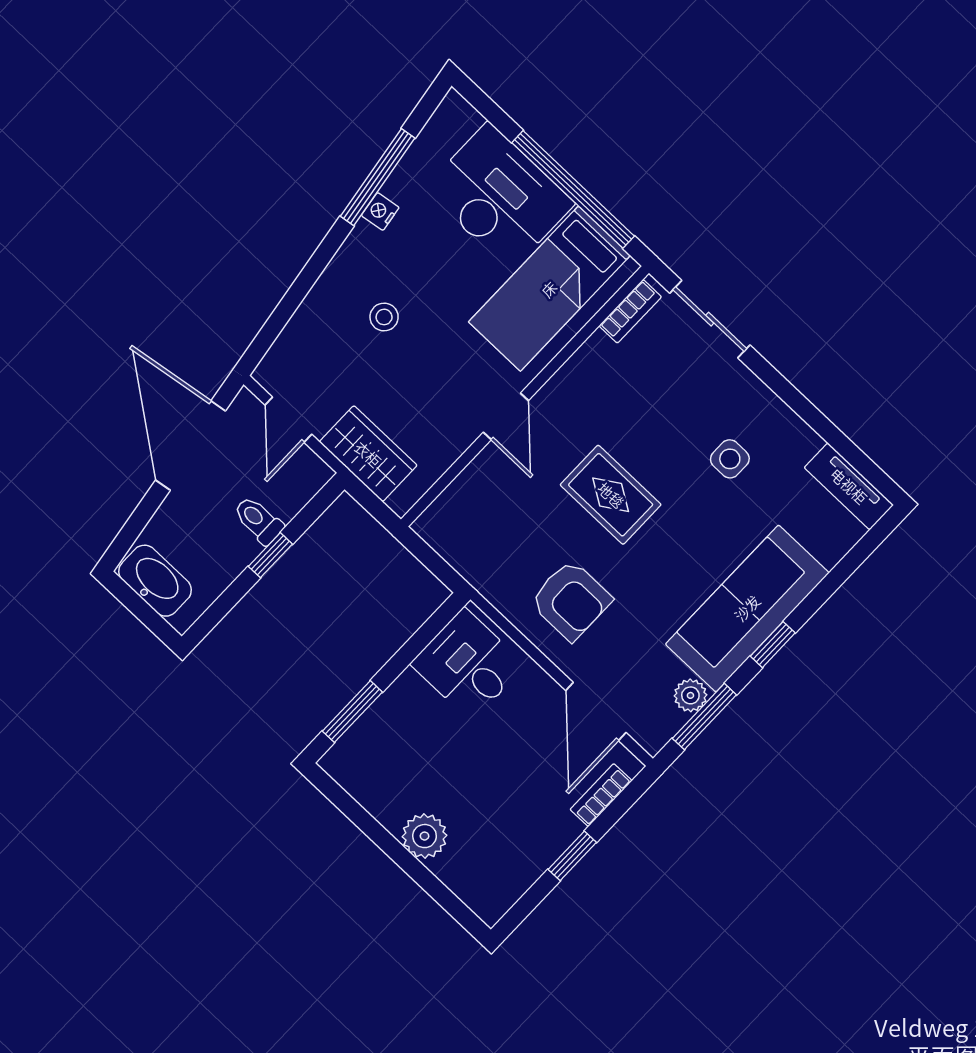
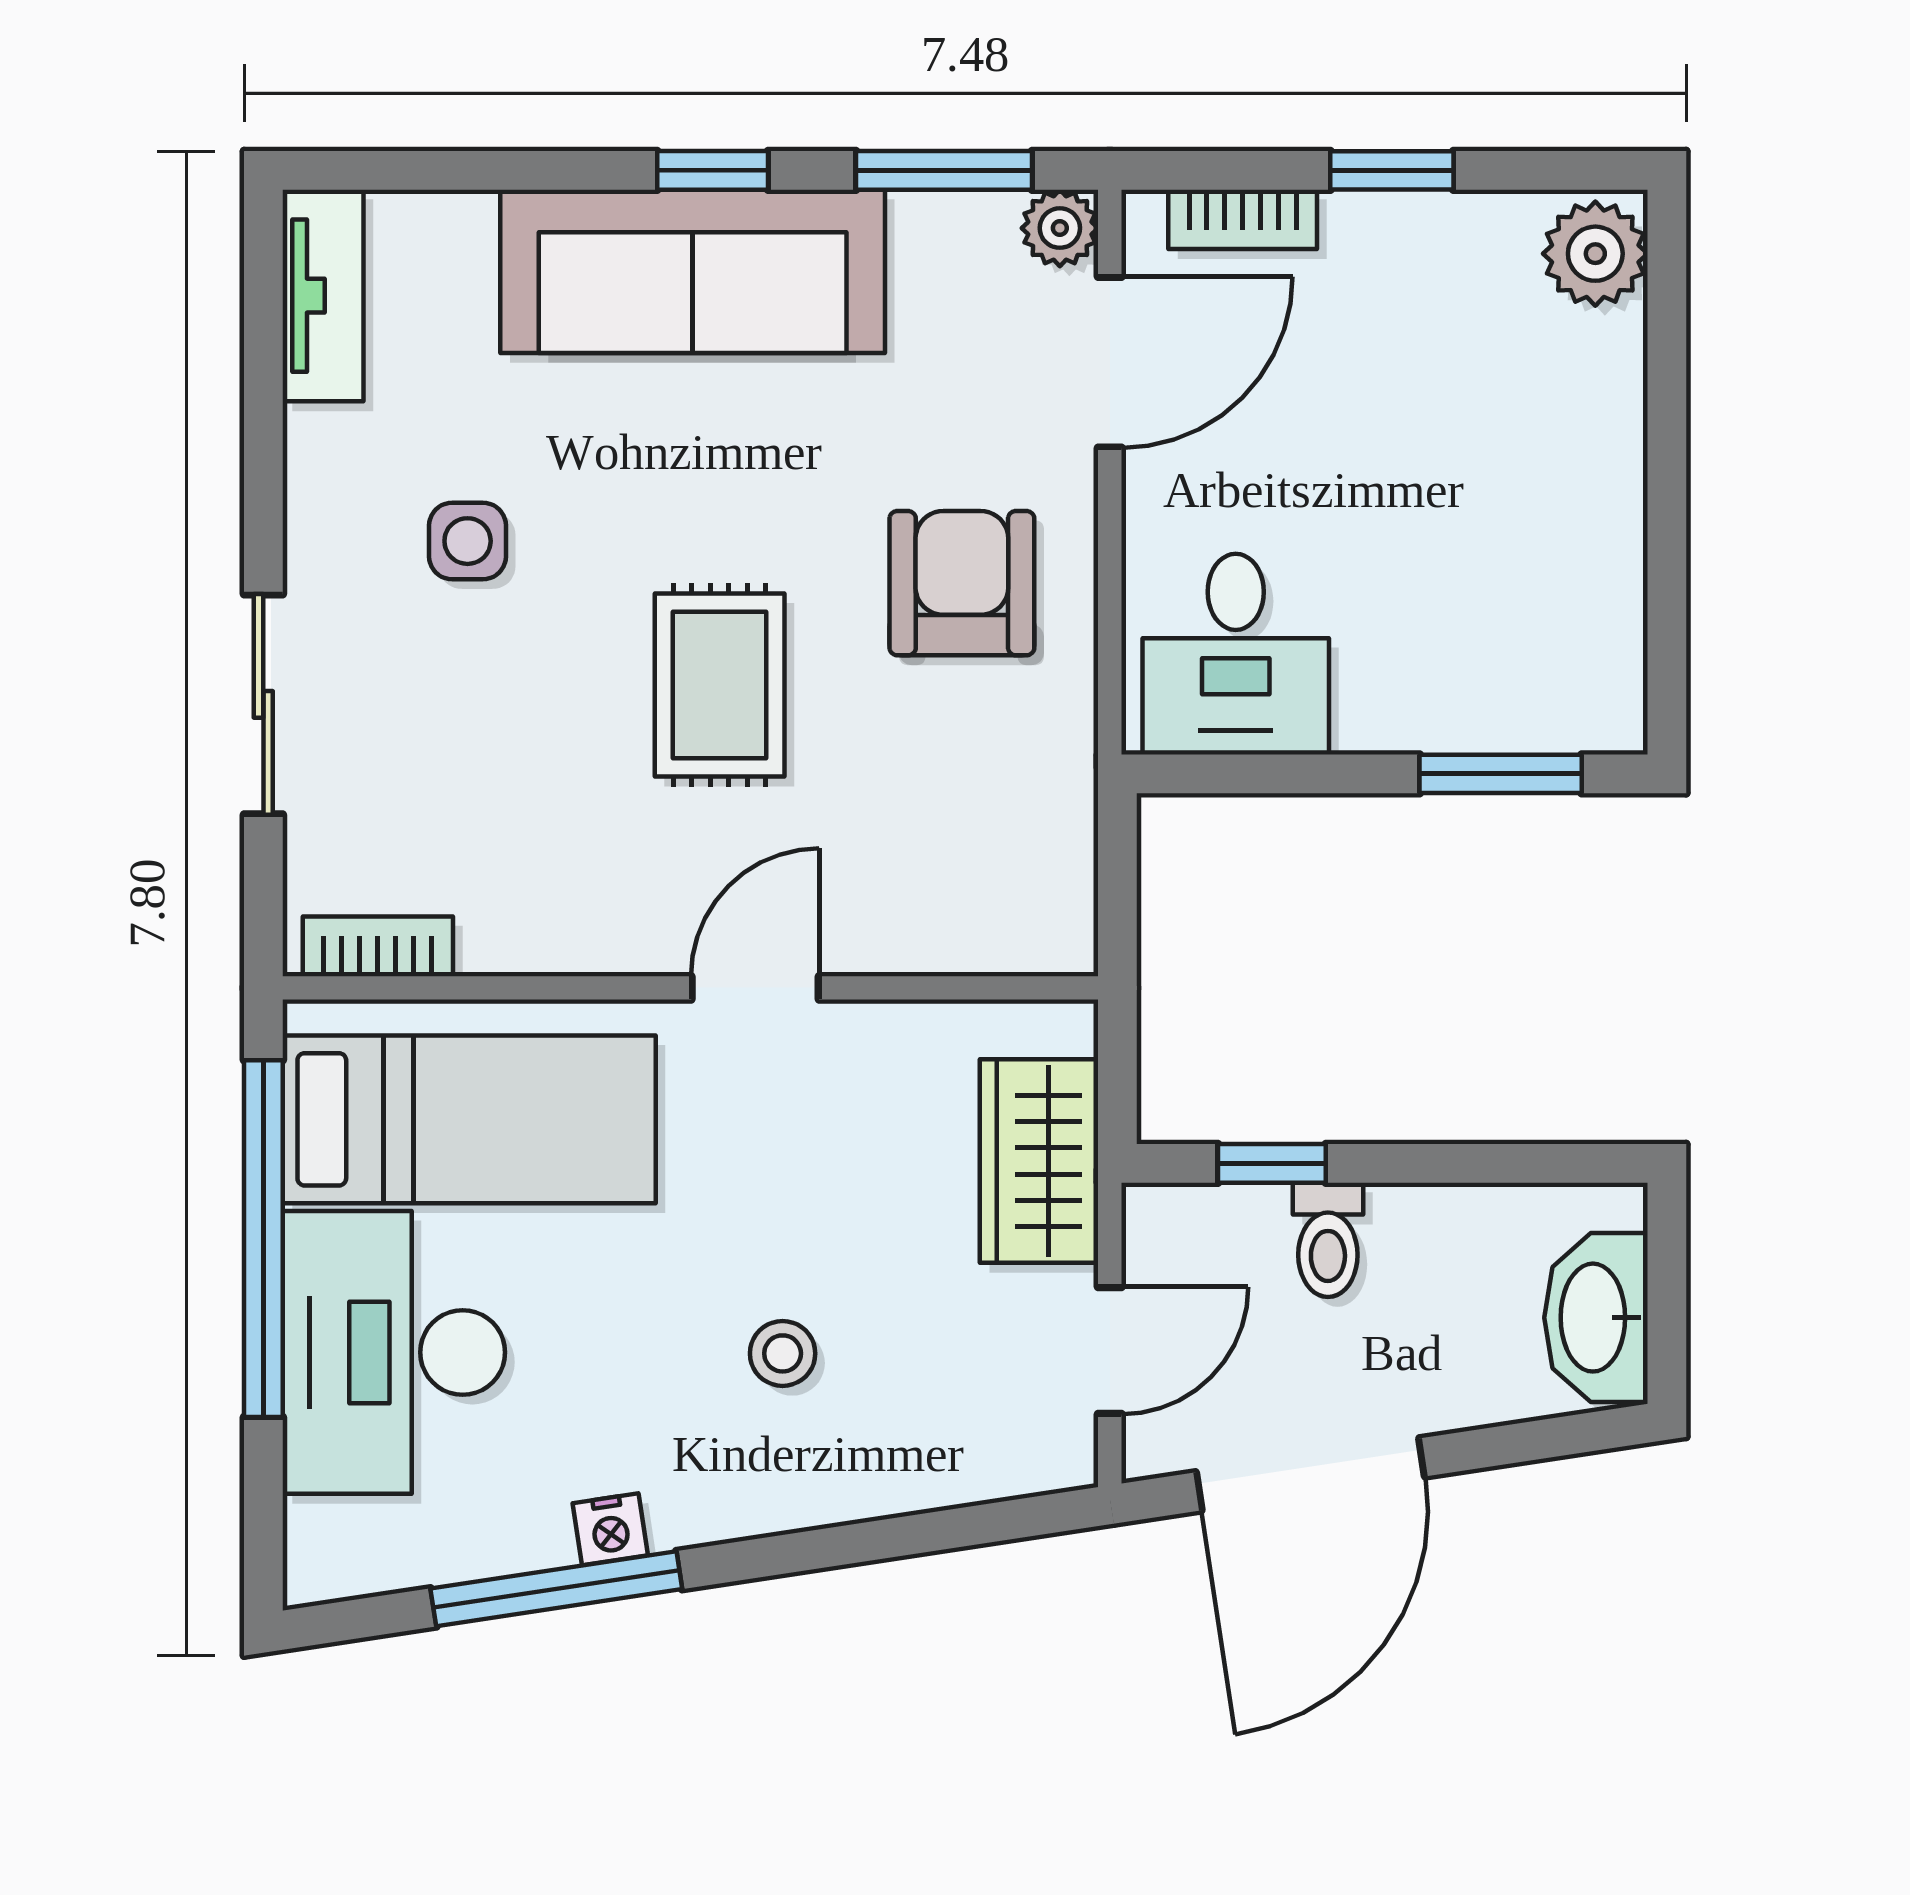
sliding door: (710, 319) -> (263, 704), moved
window: (270, 555) -> (1272, 1163), moved
plant: (690, 695) -> (1060, 228), moved
plant: (425, 836) -> (1595, 254), moved

